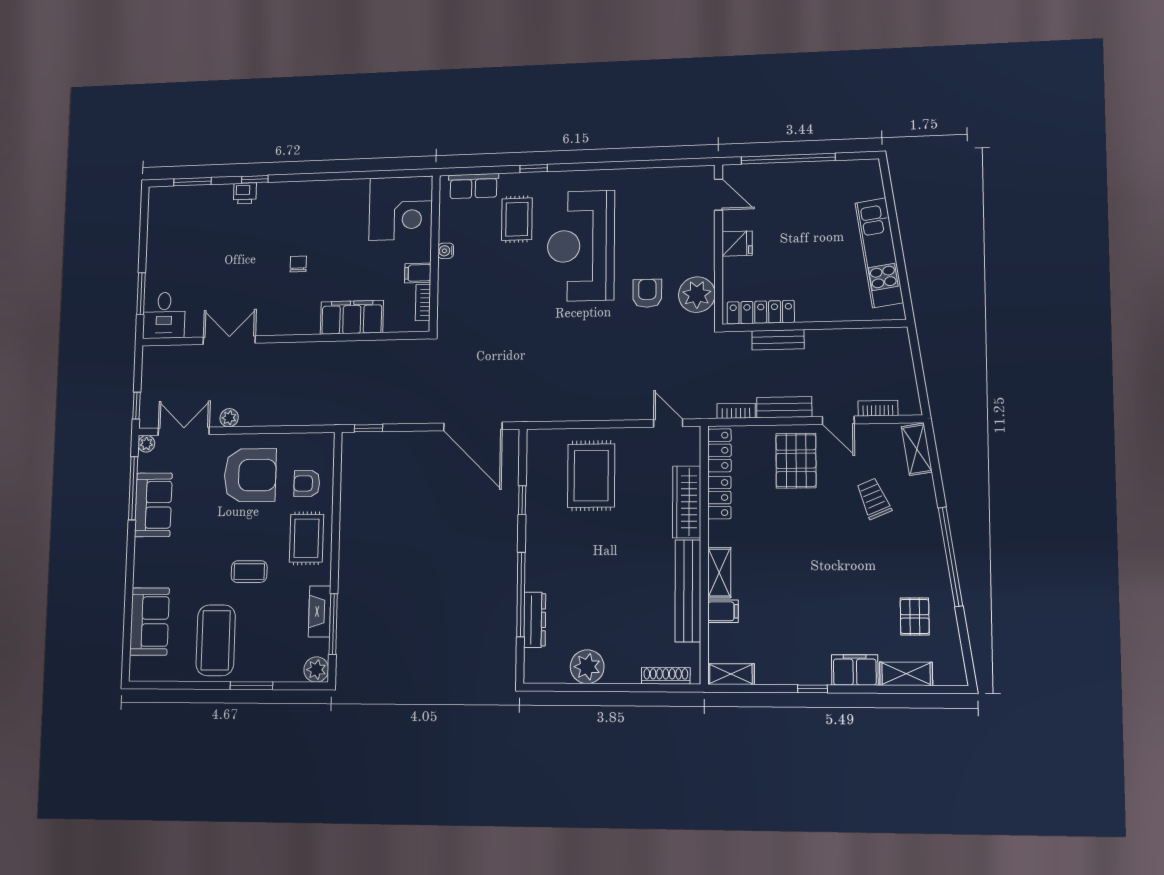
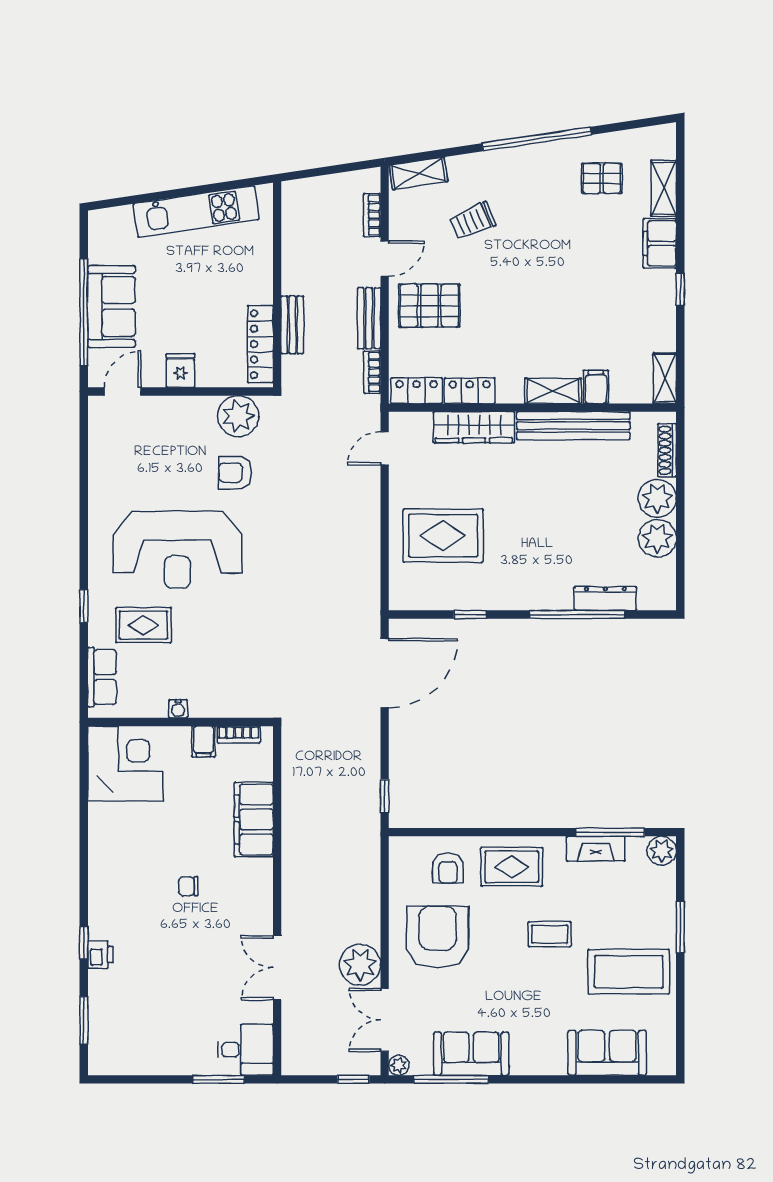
sofa: (794, 182) -> (111, 306), added
plant: (229, 418) -> (360, 965), width x1.88, depth x1.88
coffee table: (249, 572) -> (550, 934), turned 90
plant: (623, 667) -> (657, 498), added

